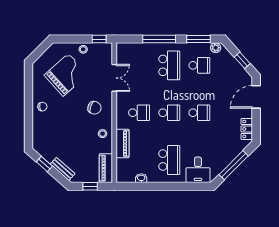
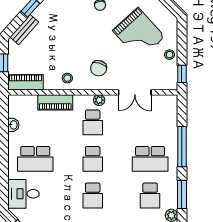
plant: (121, 107) -> (99, 100), added

